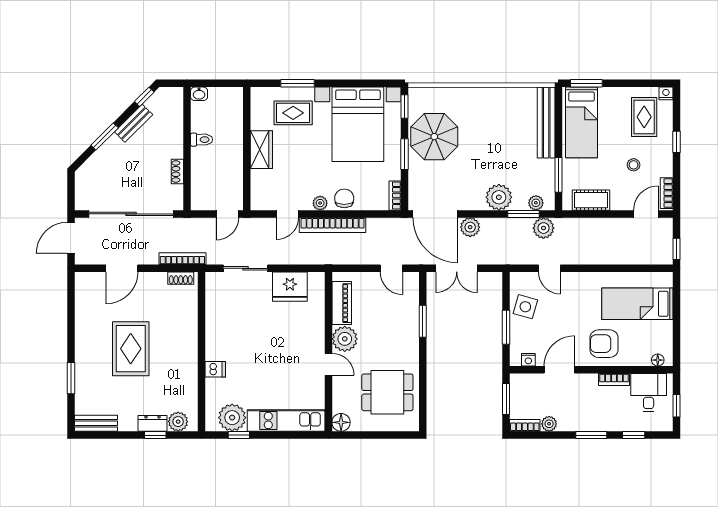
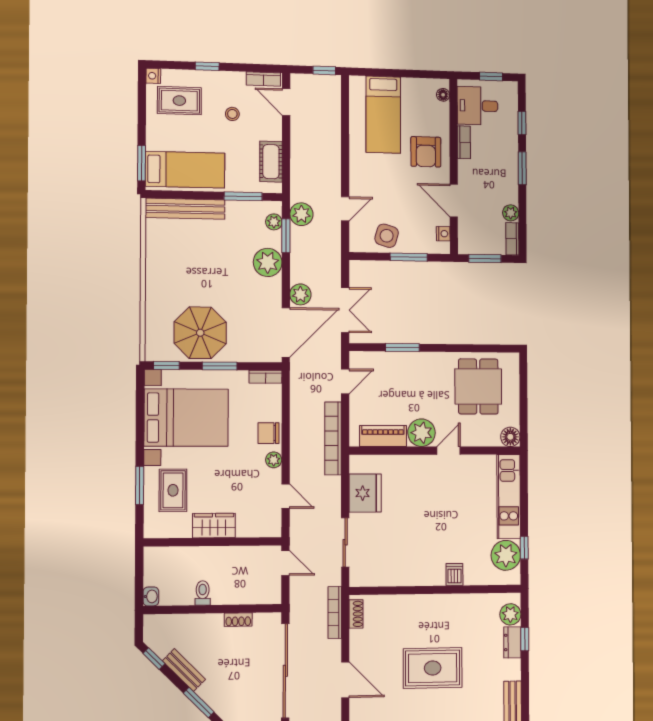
bookcase: (333, 225) -> (333, 438), moved, turned 180

